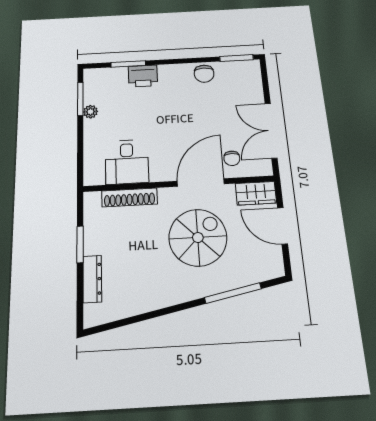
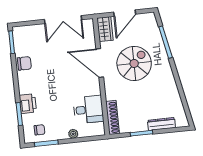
plant: (91, 112) -> (73, 134), moved
chair: (232, 158) -> (39, 130), moved
shoe rack: (129, 197) -> (113, 118), moved
spiral stairs: (198, 238) -> (134, 63), turned 90

